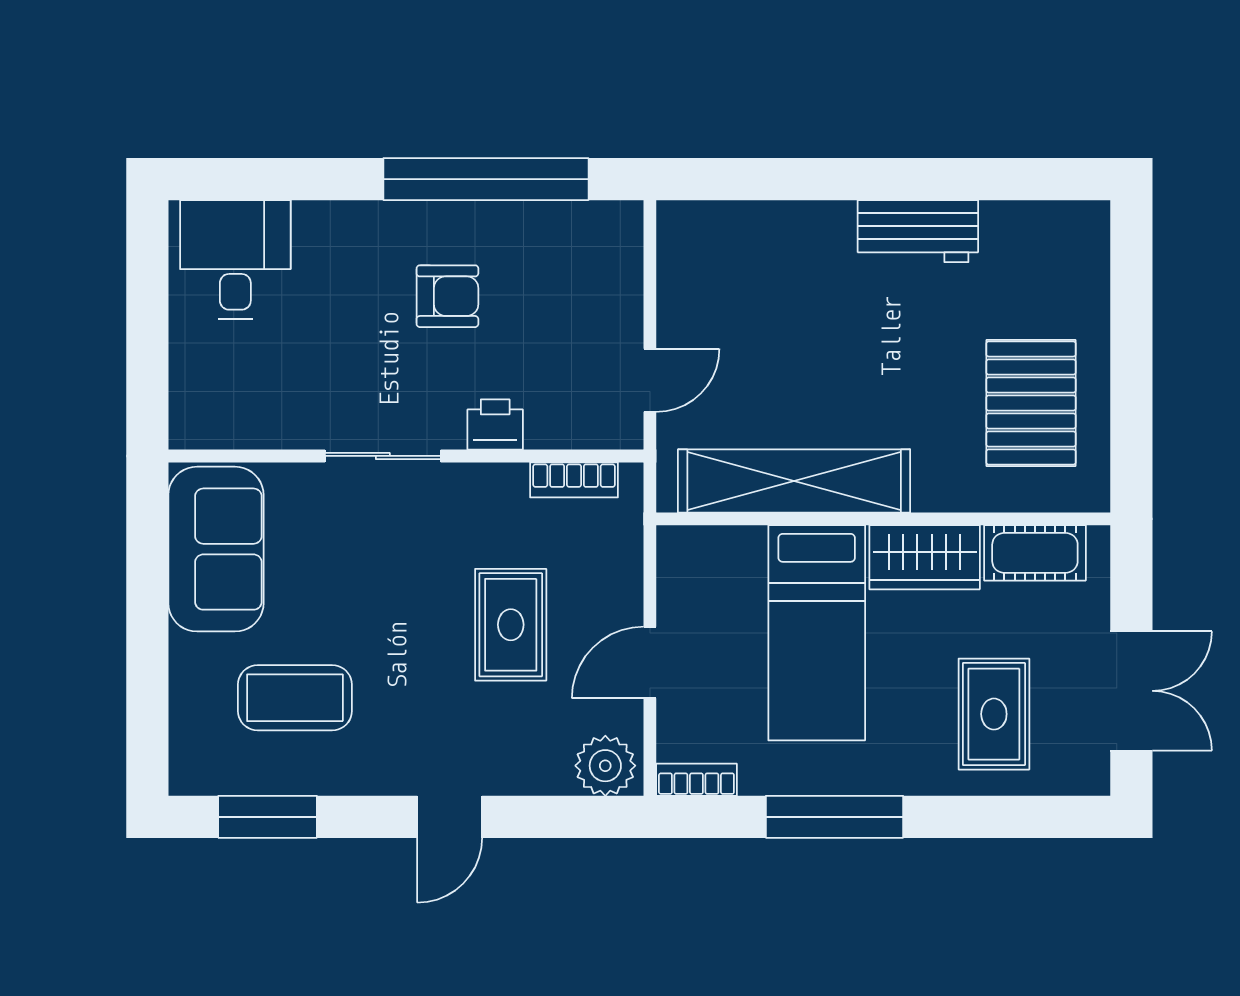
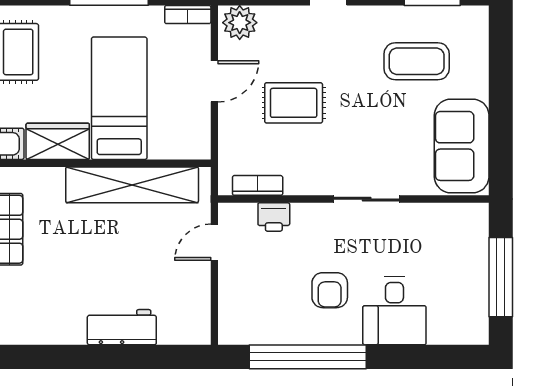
workbench: (918, 231) -> (122, 327), moved
desk: (235, 260) -> (394, 311), moved
armchair: (447, 296) -> (330, 290), turned -90
window: (147, 319) -> (501, 277), added
printer: (495, 425) -> (274, 217), moved
rug: (511, 625) -> (294, 103), turned 90

